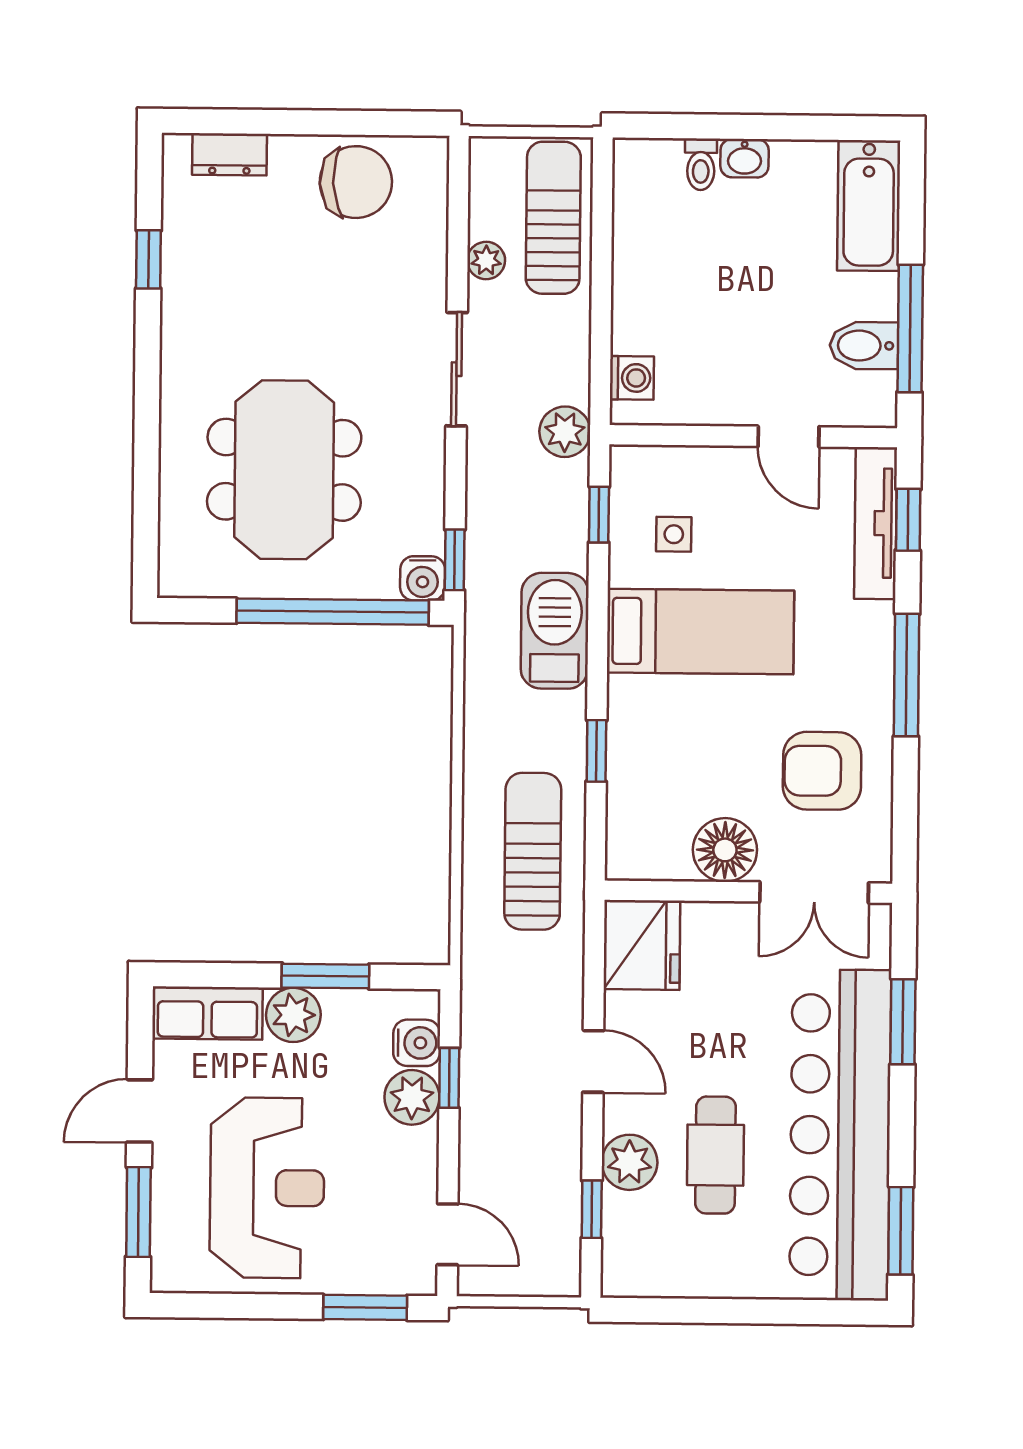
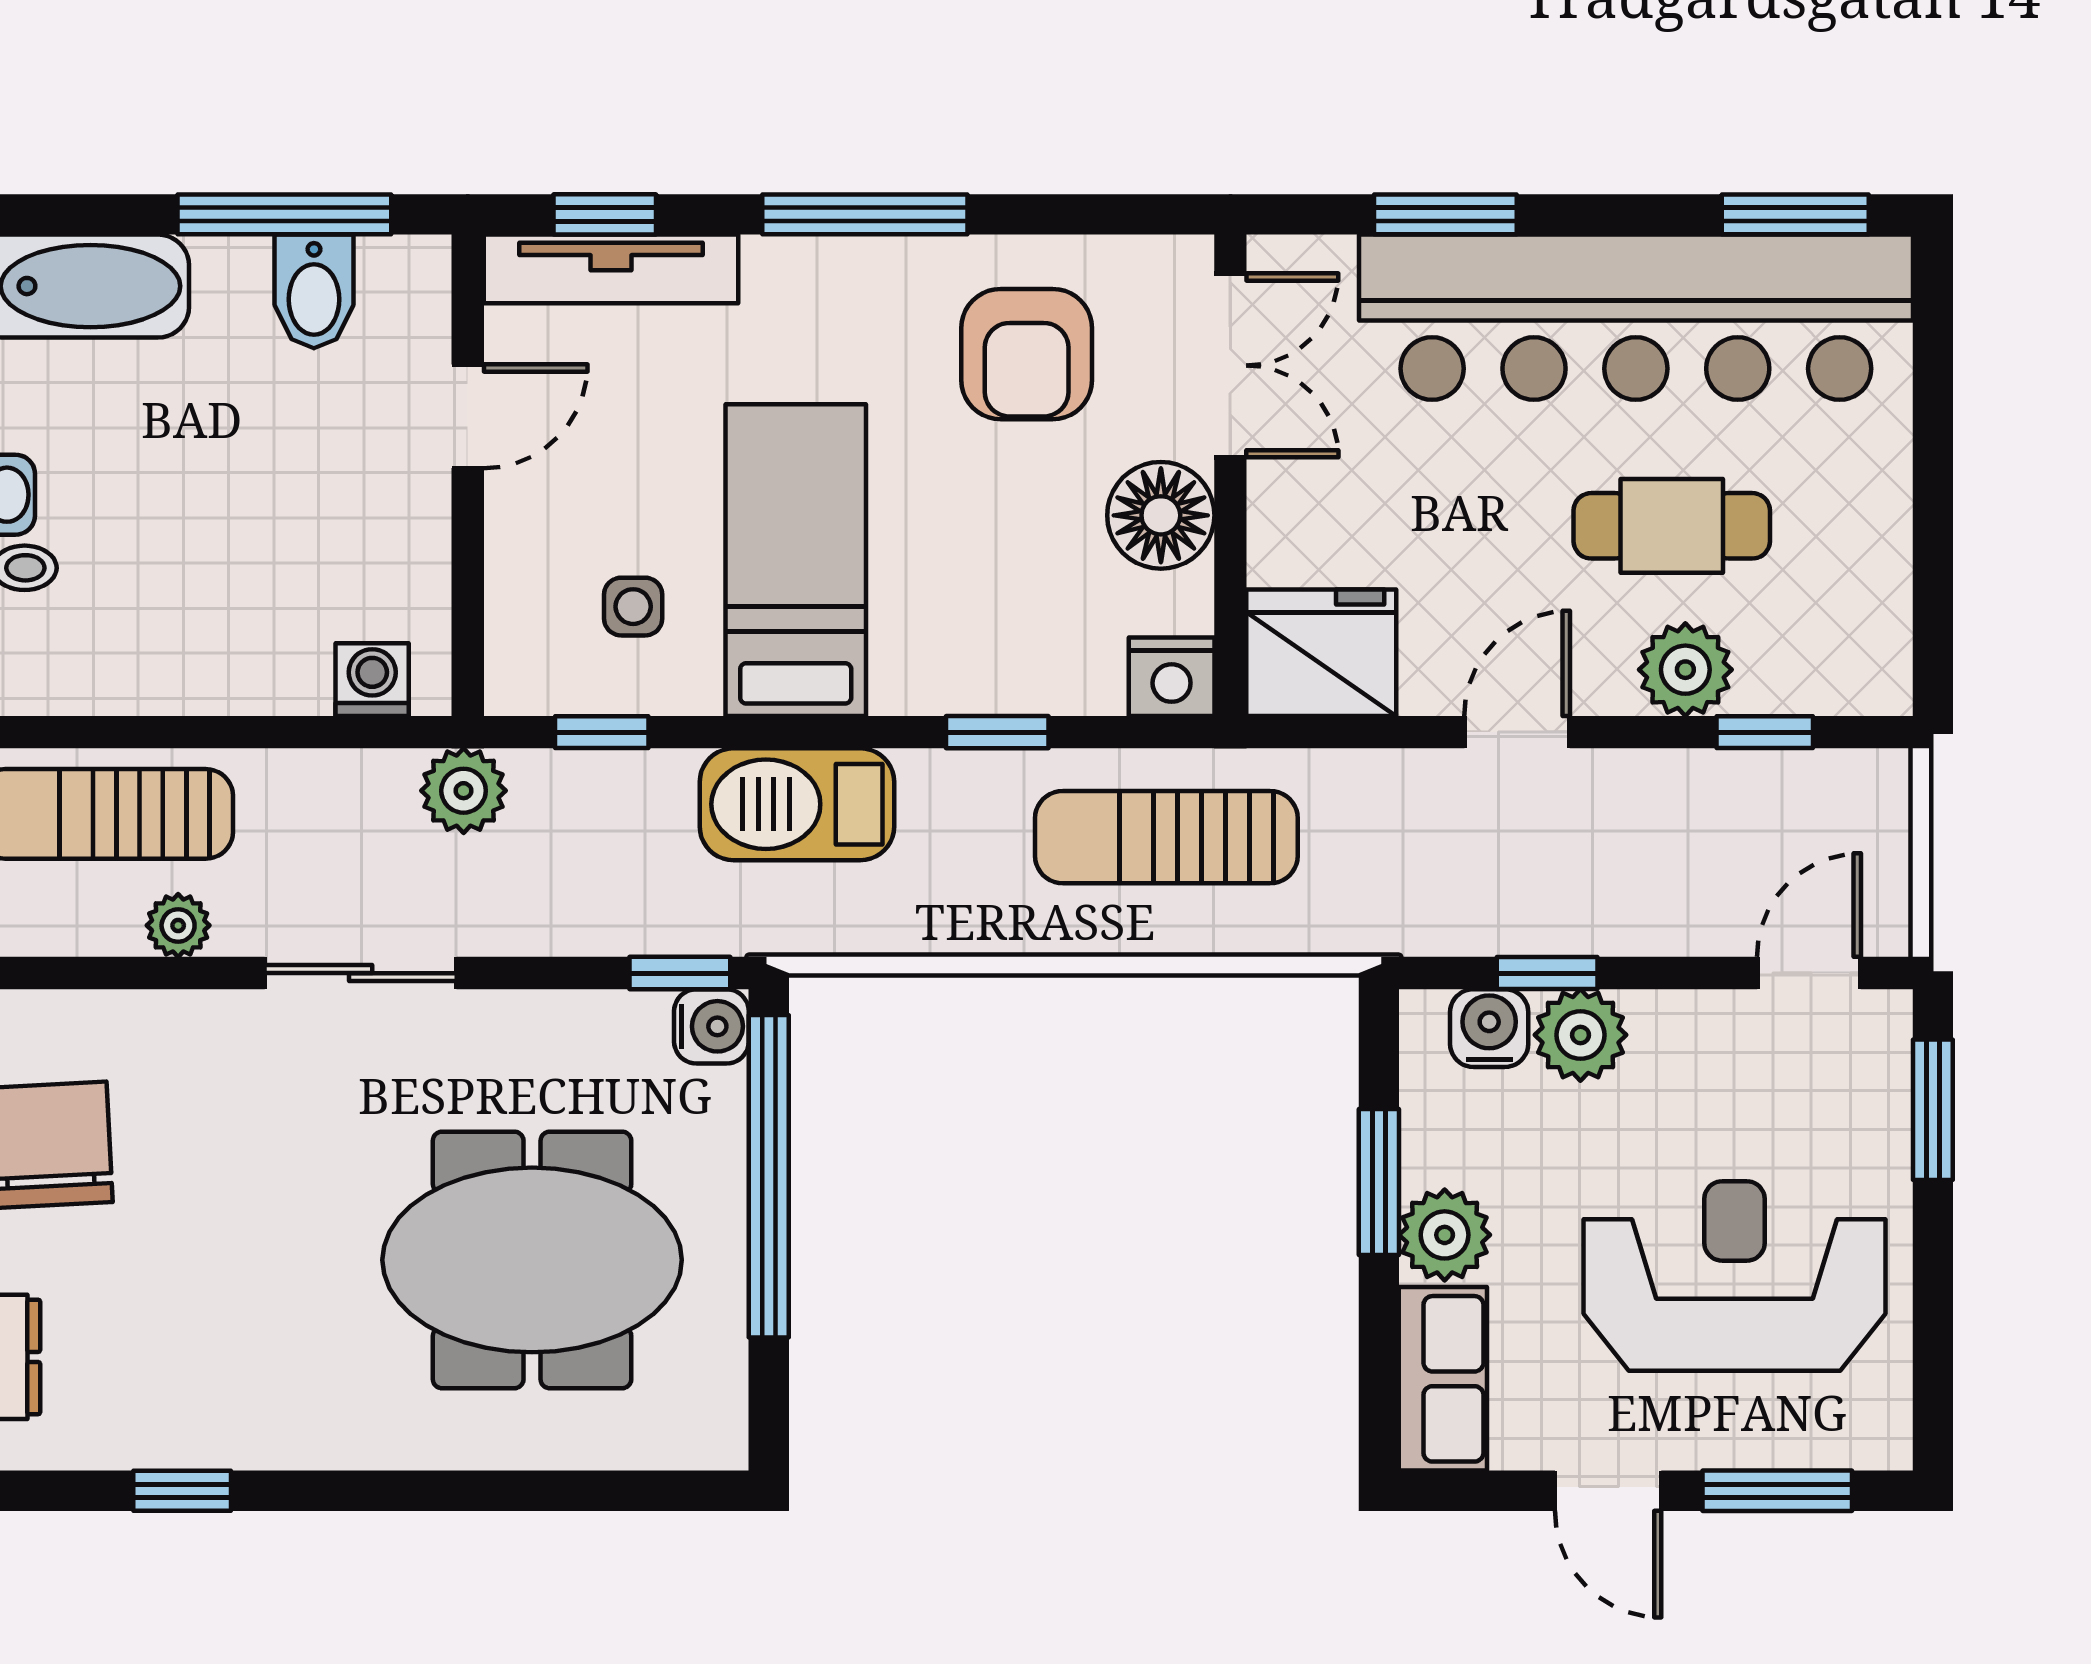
nightstand: (628, 855) -> (1172, 677), added

